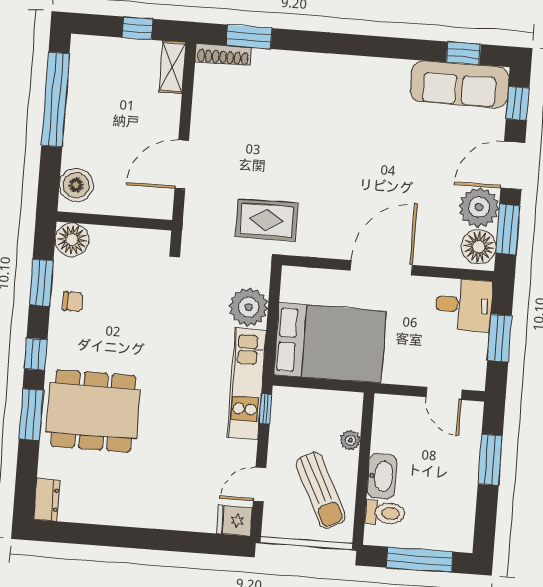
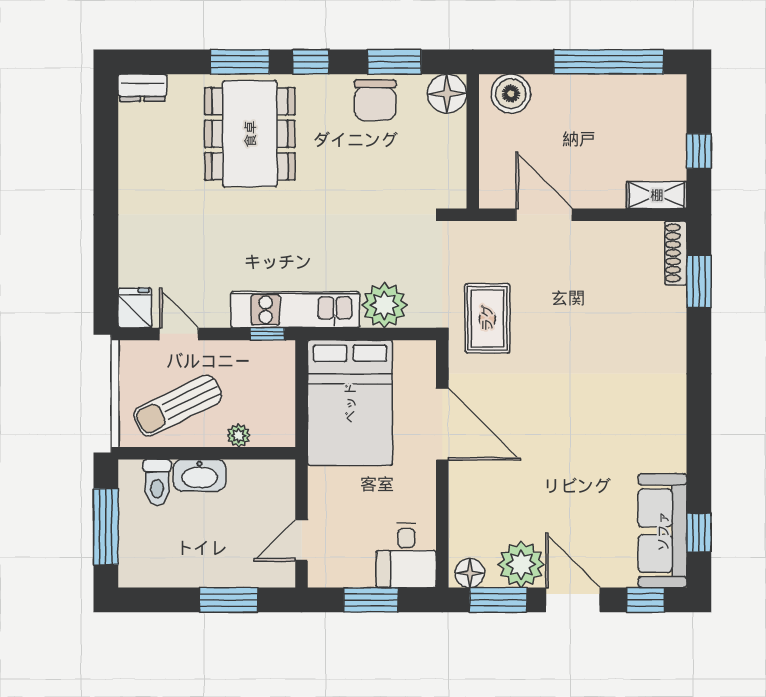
floor lamp: (479, 247) -> (470, 573), width x0.73, depth x0.73
door: (381, 268) -> (442, 424), moved
chair: (73, 302) -> (375, 100), width x1.87, depth x1.87

